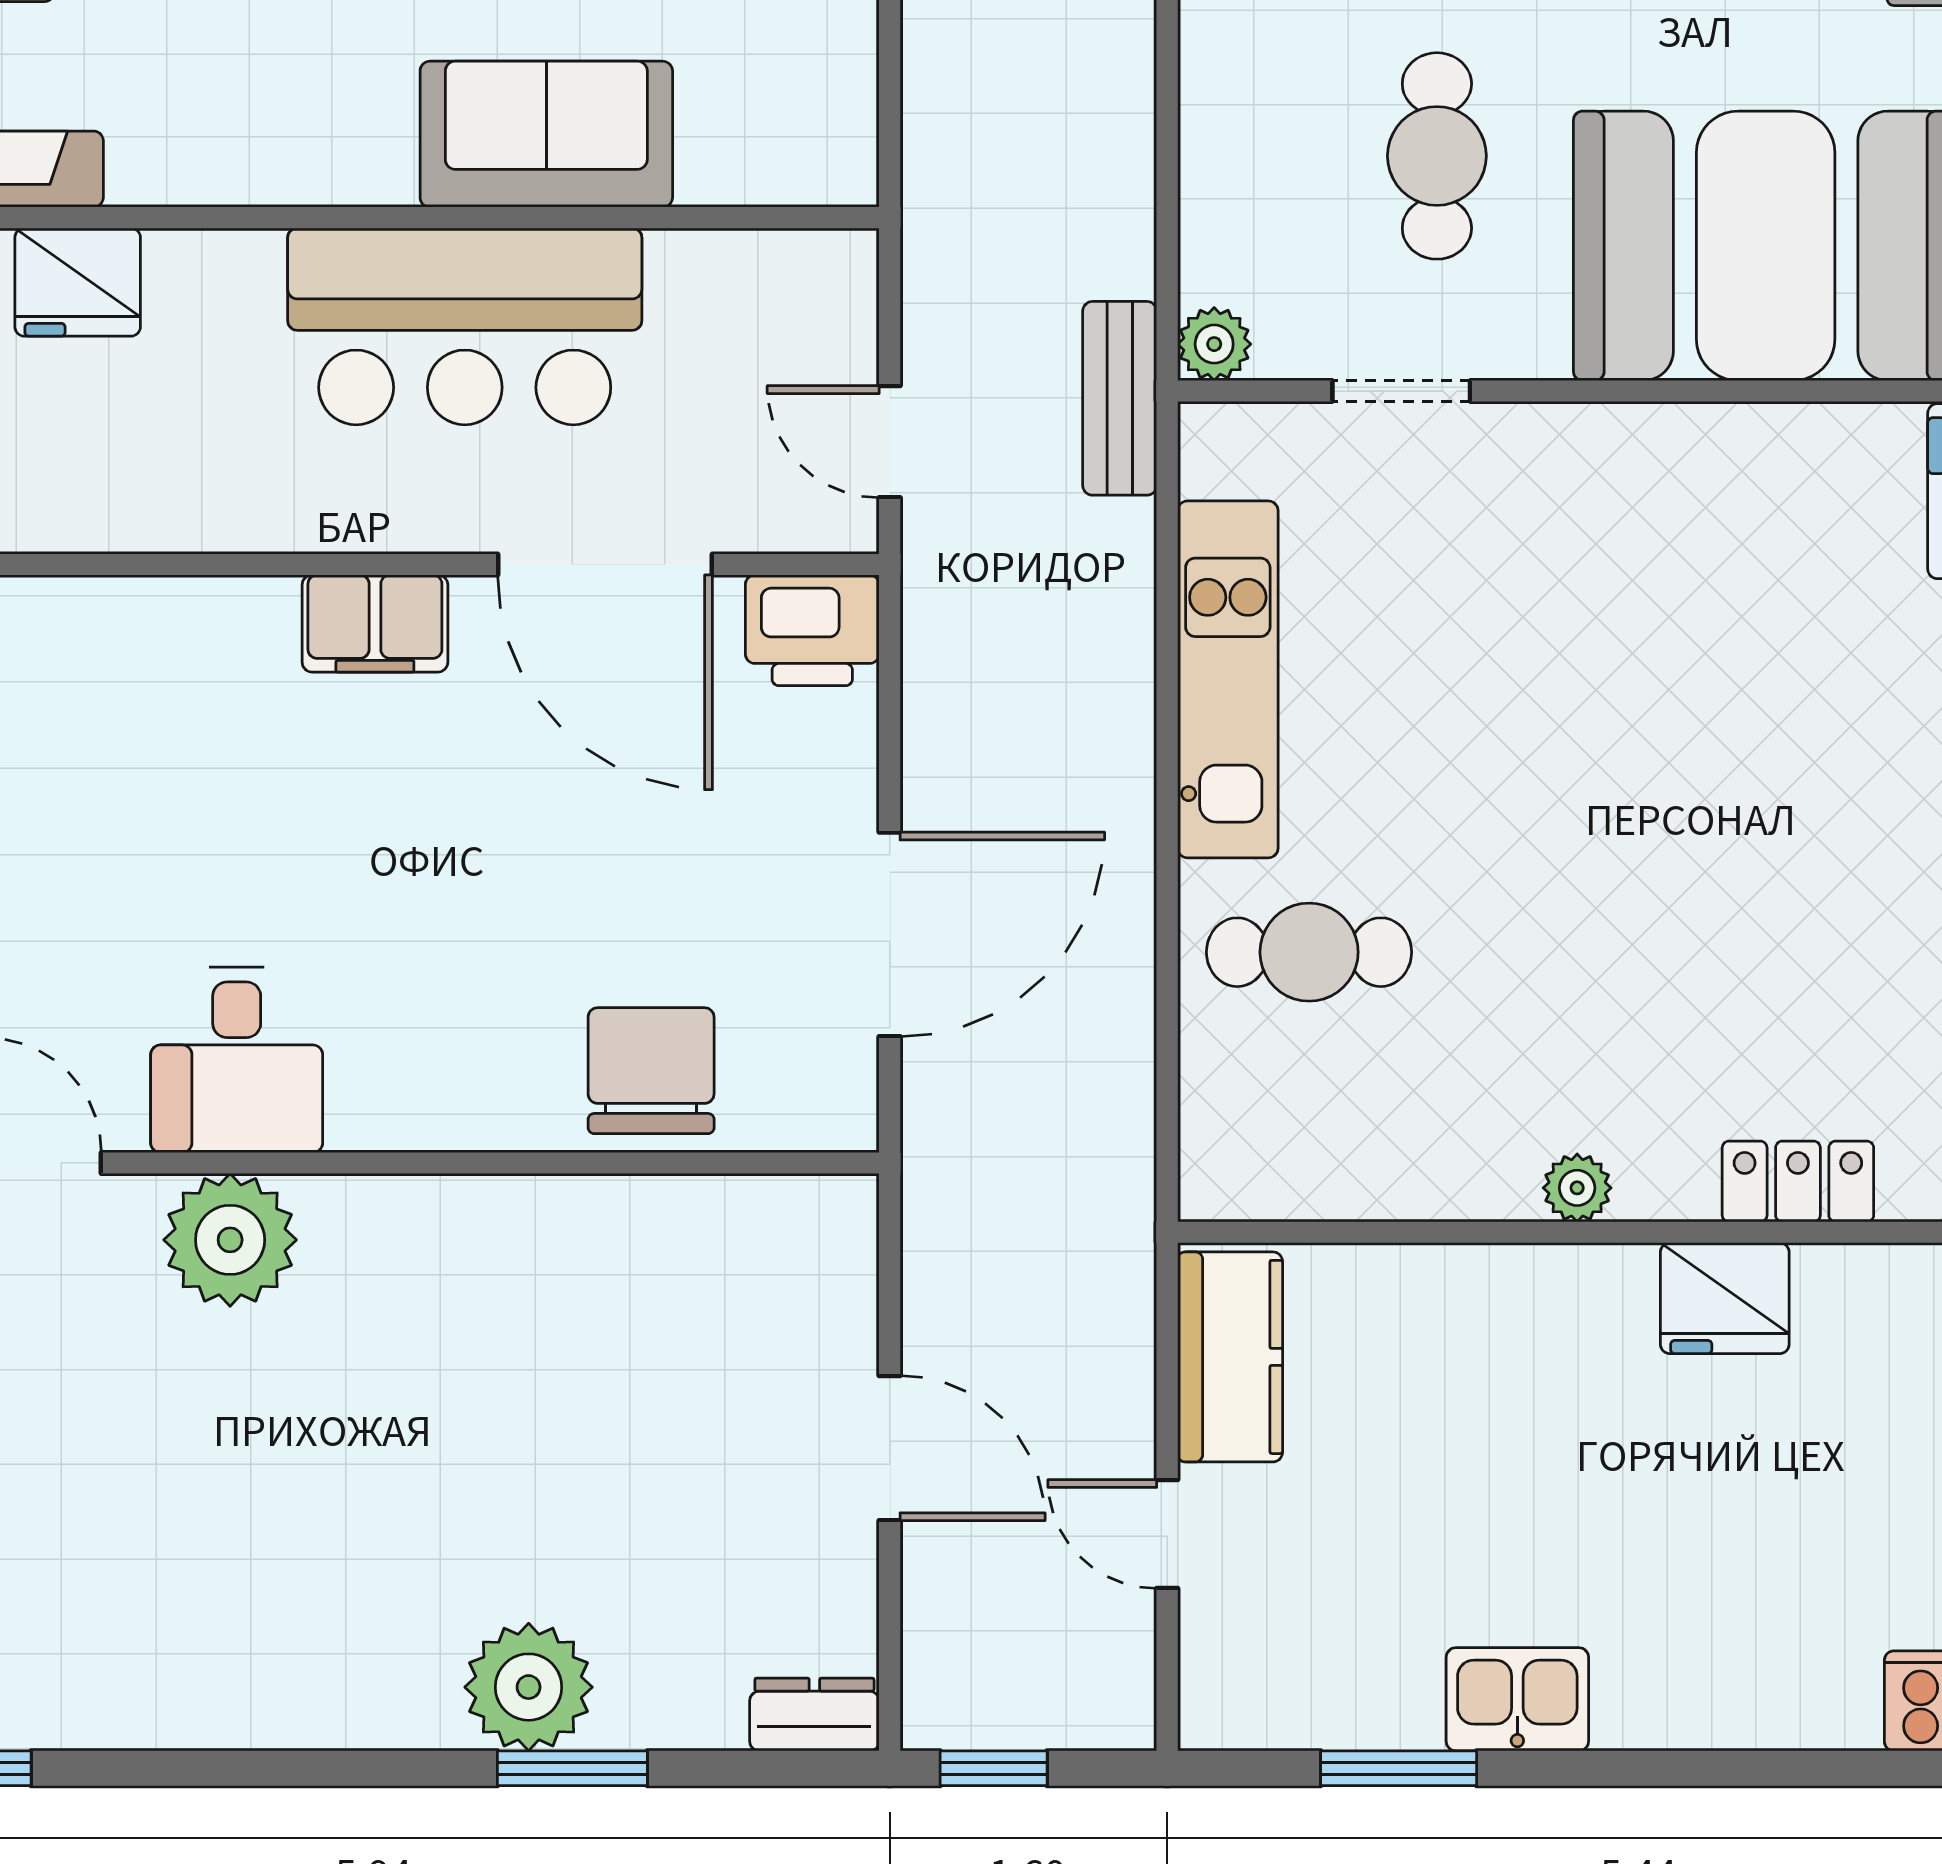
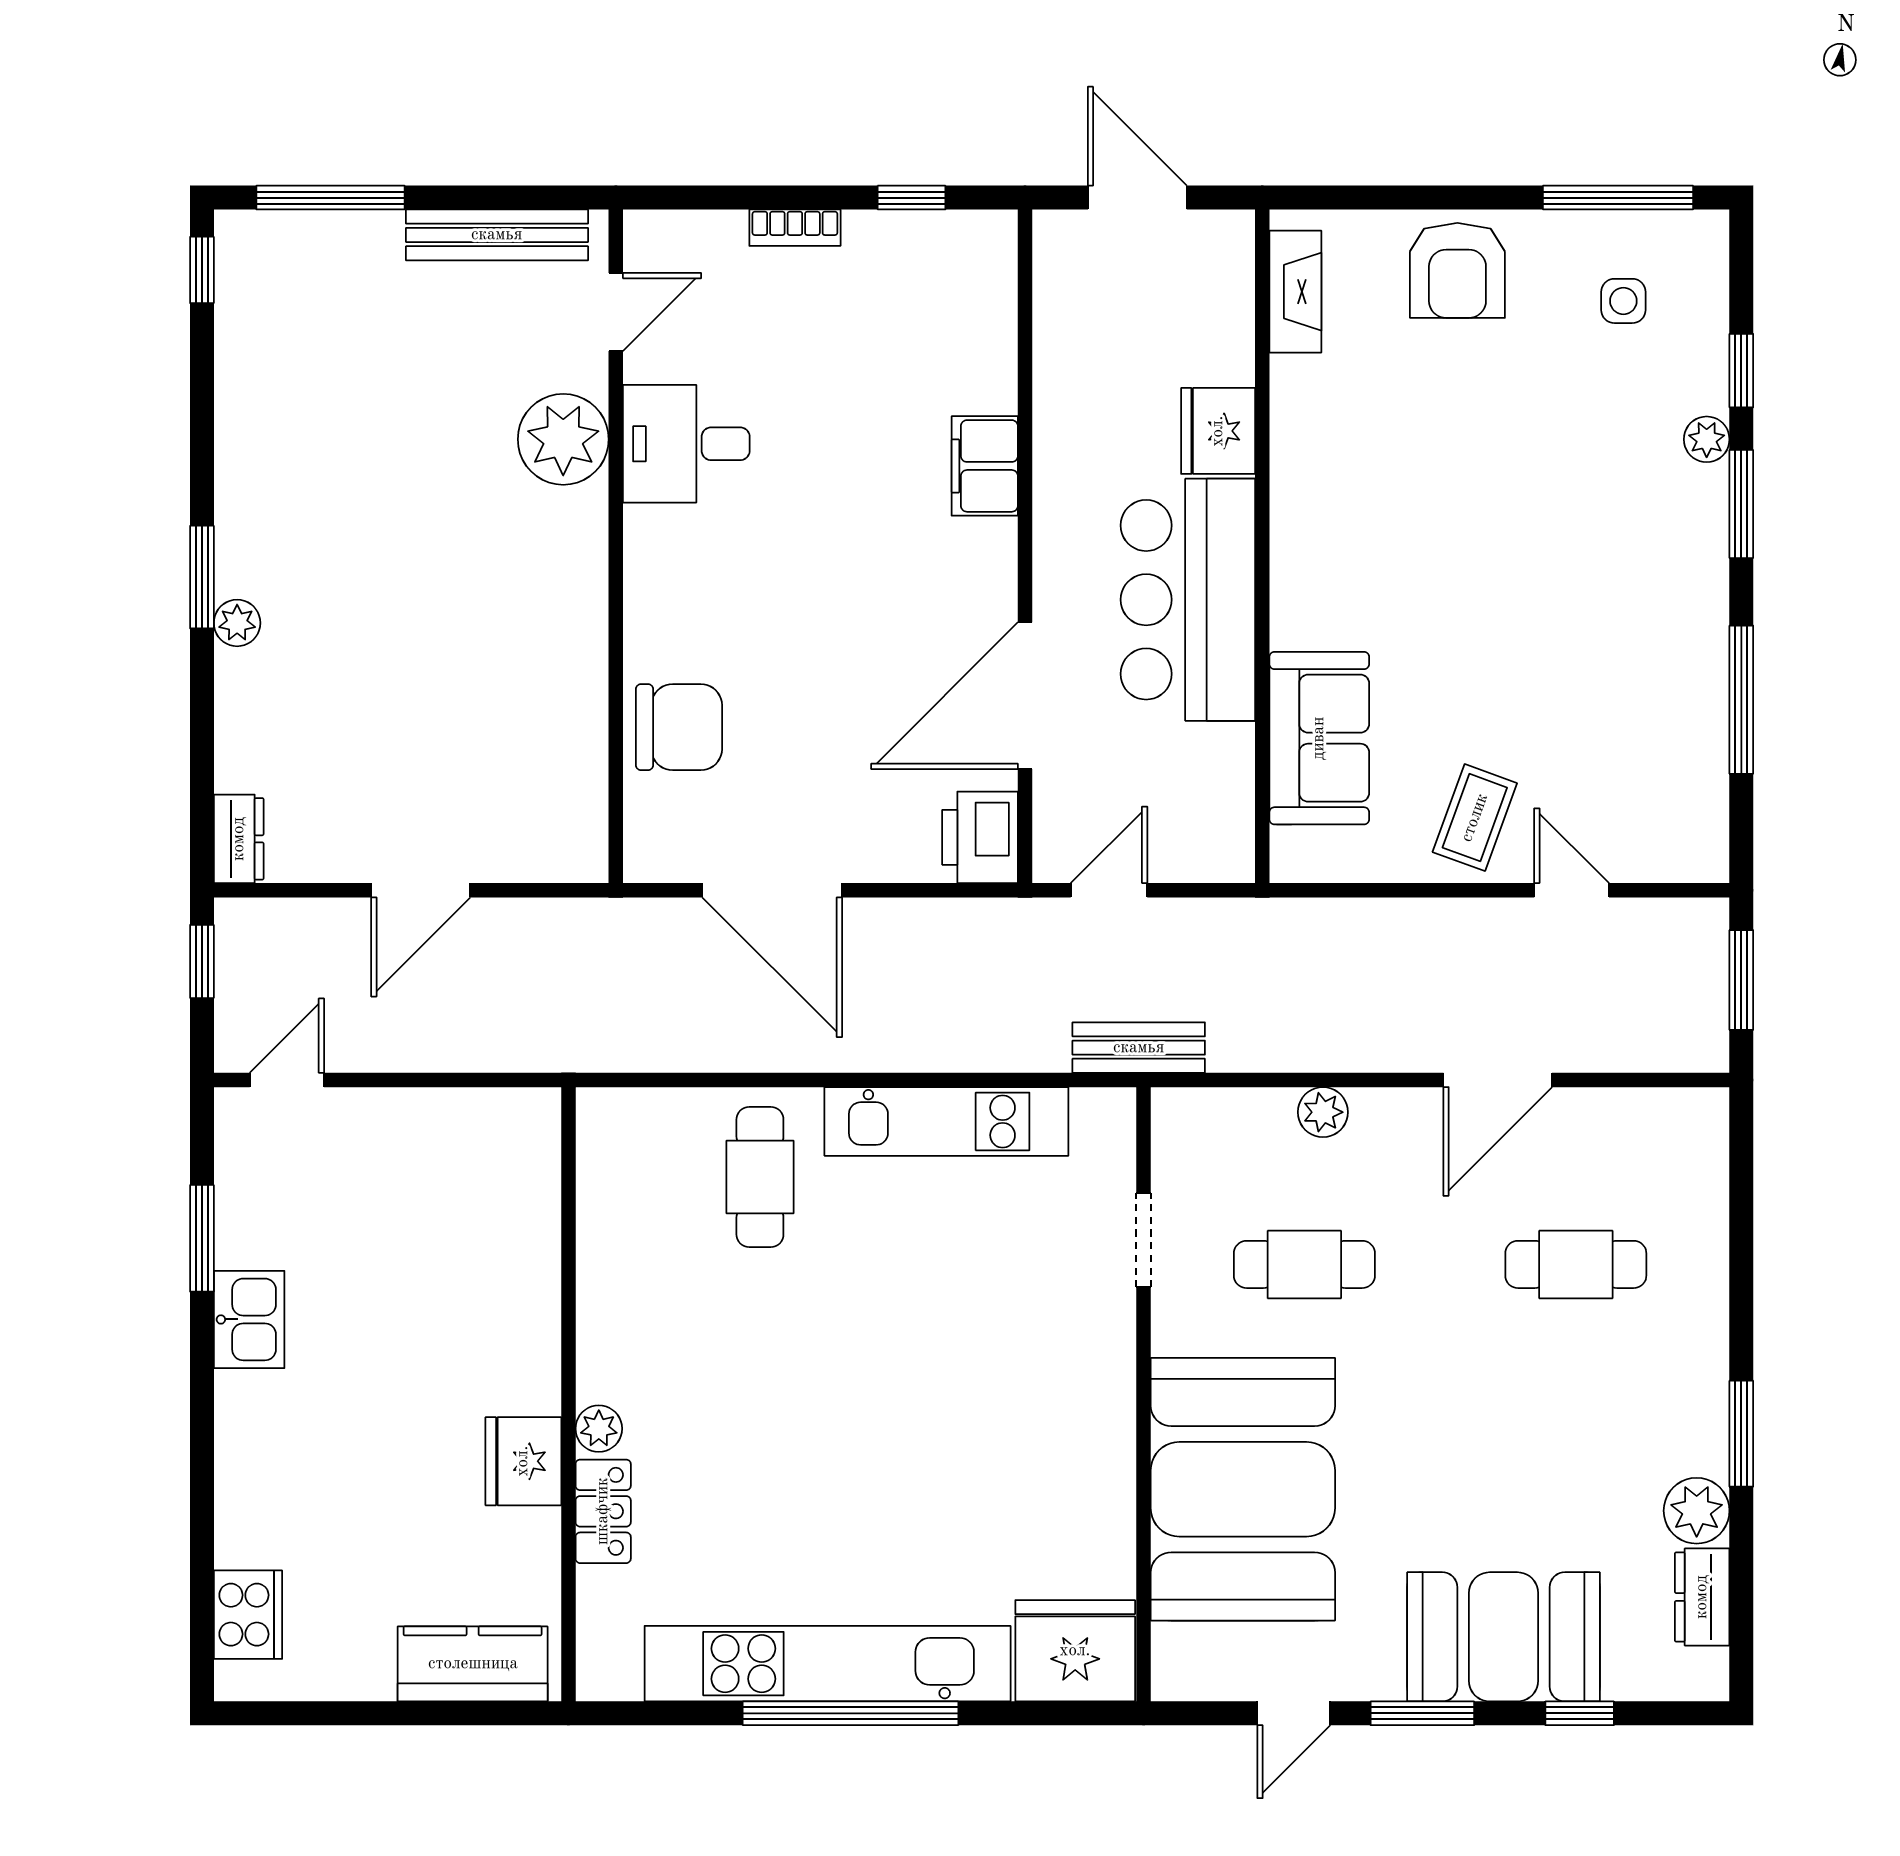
sofa: (546, 134) -> (1319, 738), moved
fridge: (78, 282) -> (1218, 431), moved
plant: (1214, 344) -> (1323, 1112), moved
filing cabinet: (375, 623) -> (985, 466), moved
plant: (1577, 1188) -> (599, 1429), moved
kitchen counter: (1230, 1357) -> (483, 1123), removed
door: (1167, 1534) -> (287, 1080), moved
plant: (529, 1687) -> (237, 623), width x0.53, depth x0.53
window: (572, 1768) -> (202, 577), moved

